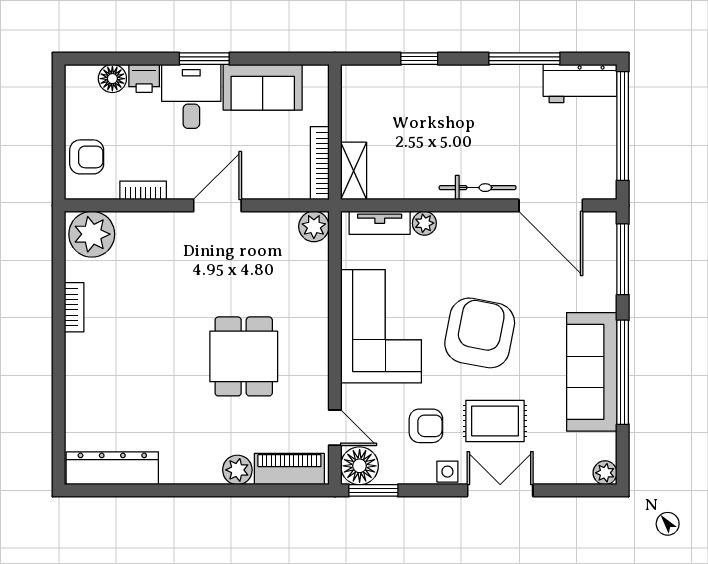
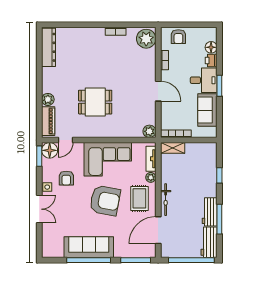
workbench: (507, 82) -> (210, 212), added
rug: (495, 421) -> (139, 198), moved
plant: (605, 473) -> (47, 253), removed

